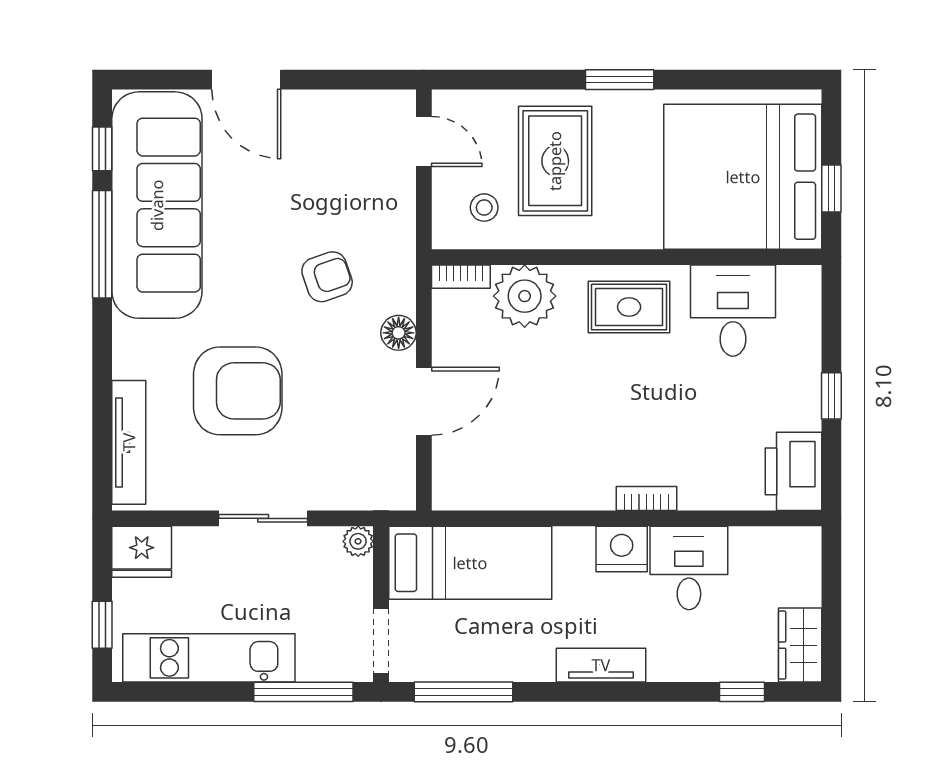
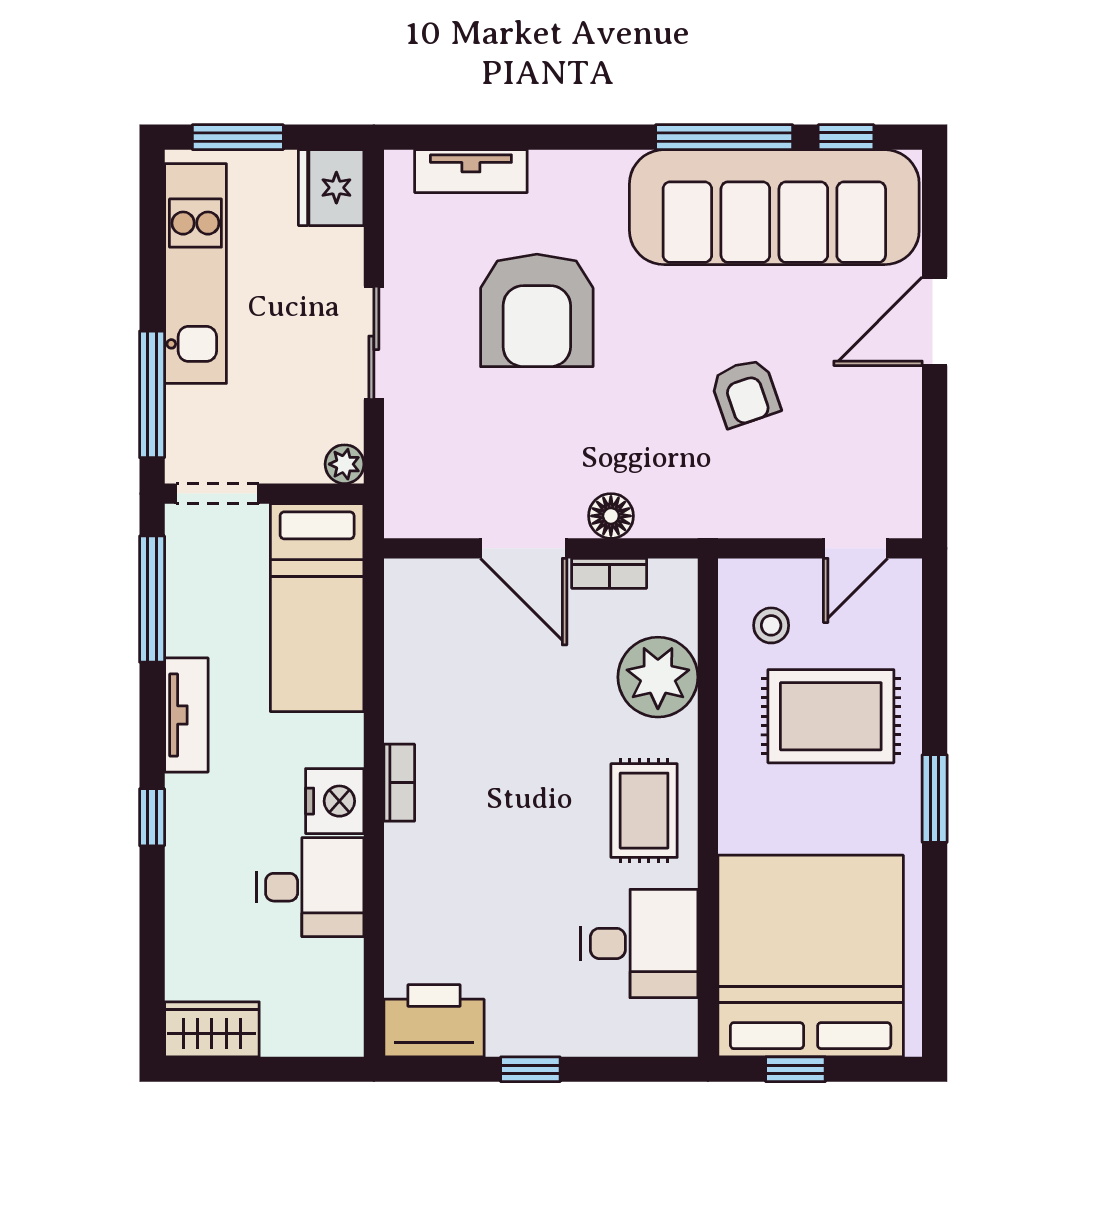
armchair: (327, 277) -> (745, 393), moved
bookcase: (461, 277) -> (609, 573), moved, turned -90
tv unit: (129, 442) -> (471, 171), width x0.71
bookcase: (646, 498) -> (399, 783), moved
window: (102, 625) -> (238, 137), width x1.50
tv unit: (601, 665) -> (186, 715), moved
window: (742, 692) -> (152, 817), moved

